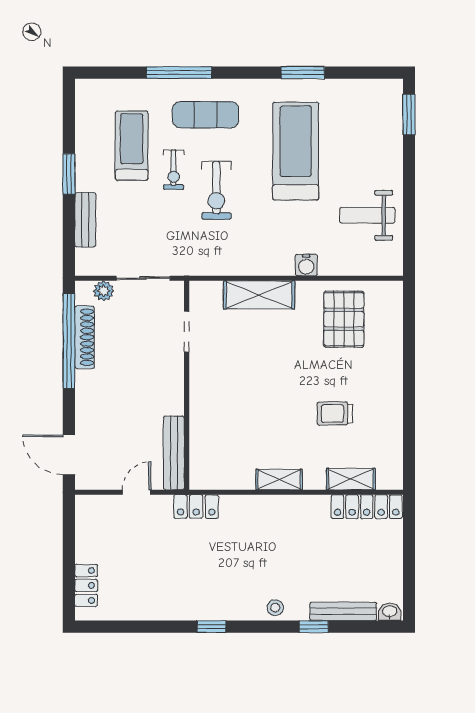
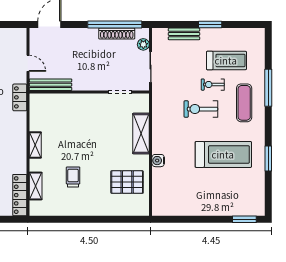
weight bench: (367, 215) -> (187, 195), removed

